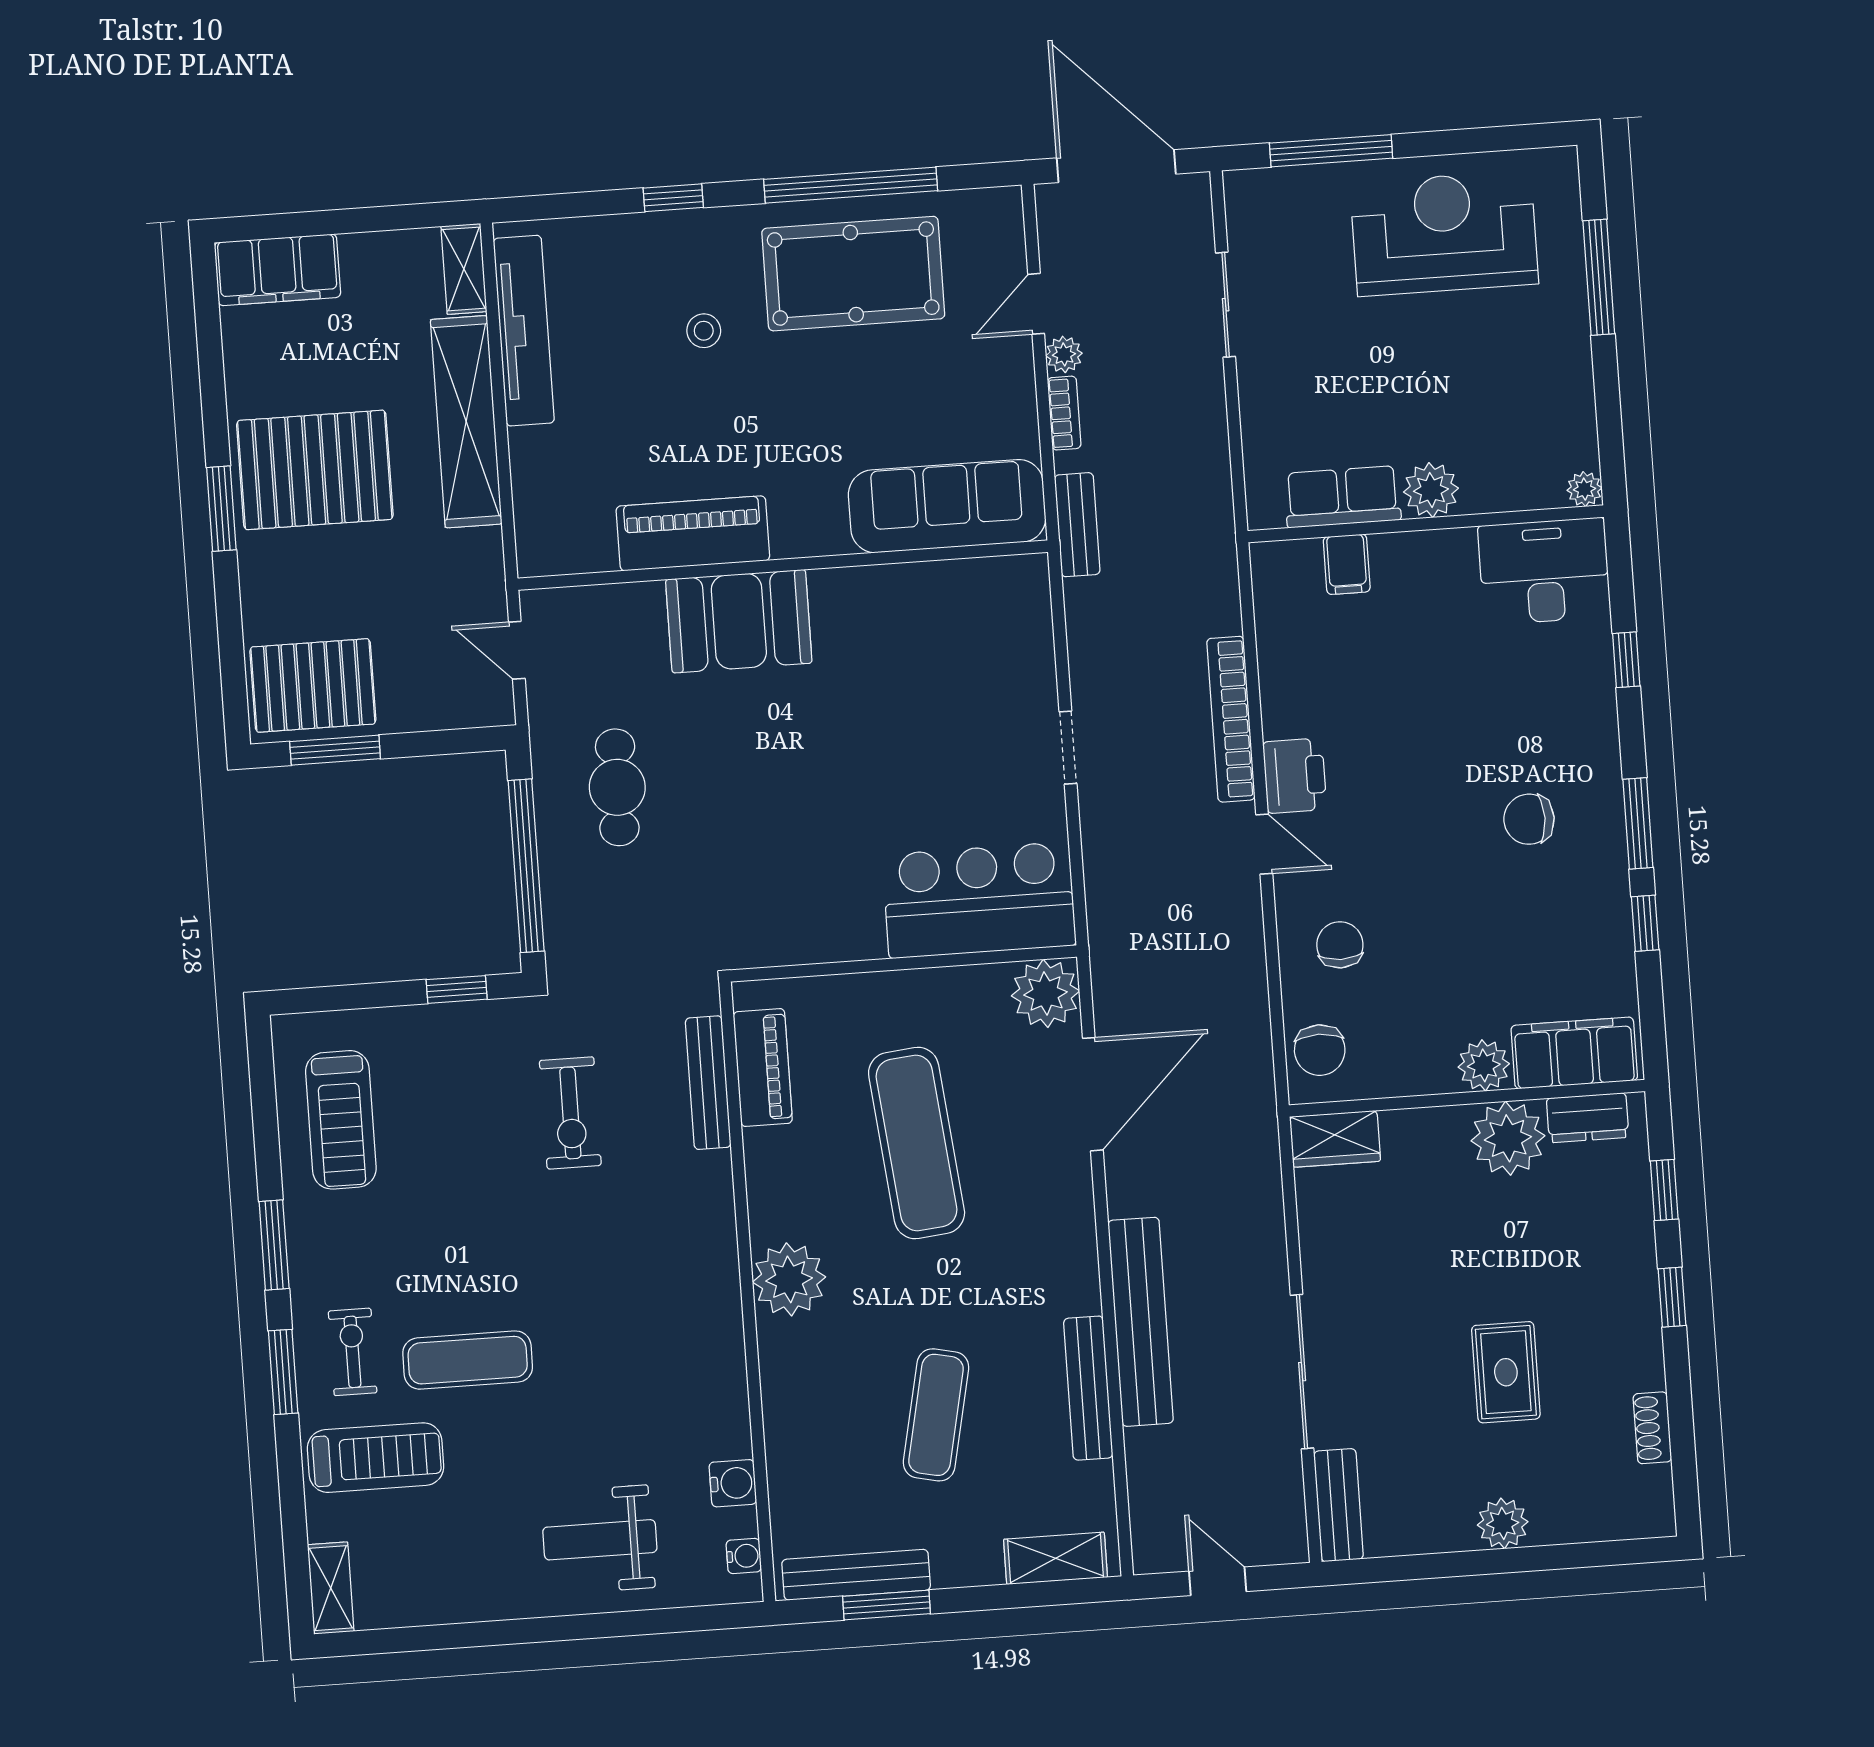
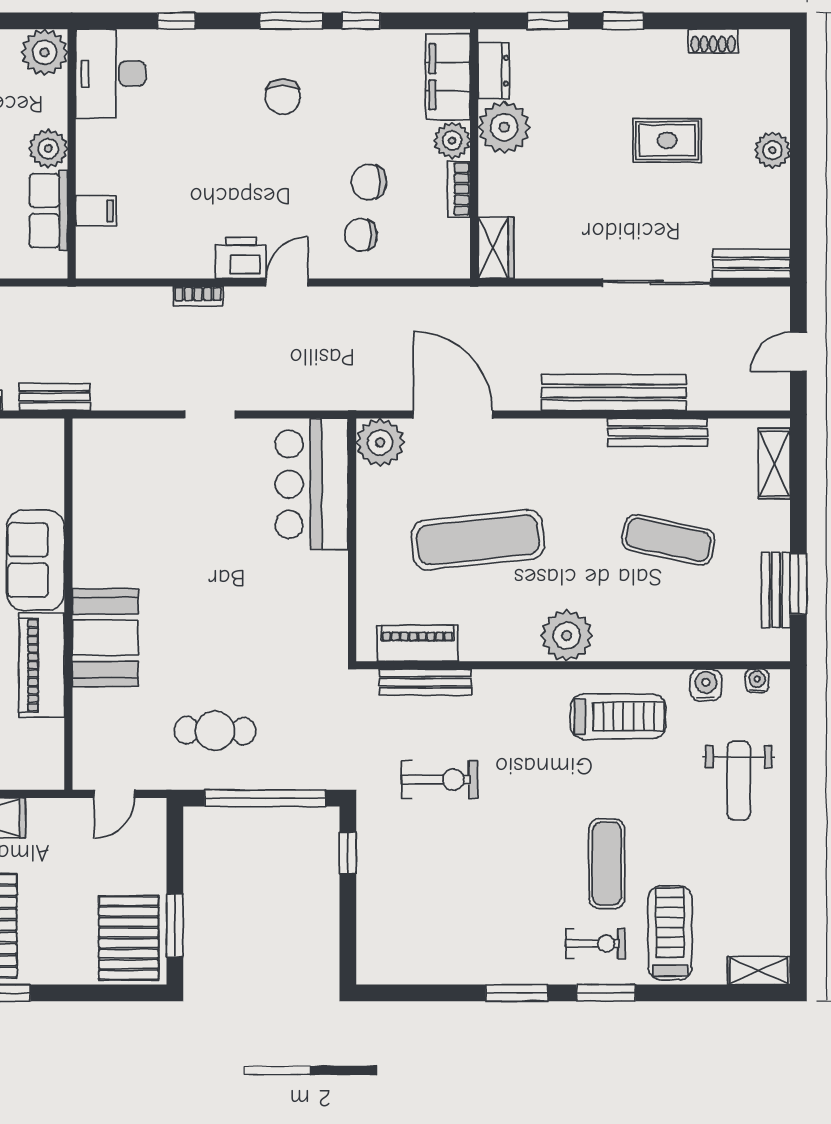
plant: (1584, 489) -> (45, 52), width x1.87, depth x1.87
sofa: (947, 506) -> (35, 560), moved, width x0.73
bookcase: (1231, 719) -> (198, 296), width x0.43, depth x0.76
chair: (1320, 1050) -> (369, 182), moved, turned 180
bookcase: (1415, 1080) -> (459, 189), added
treadmill: (341, 1120) -> (618, 716), moved
exercise bike: (353, 1352) -> (595, 944), turned 180
bench: (856, 1575) -> (776, 590), width x0.73

